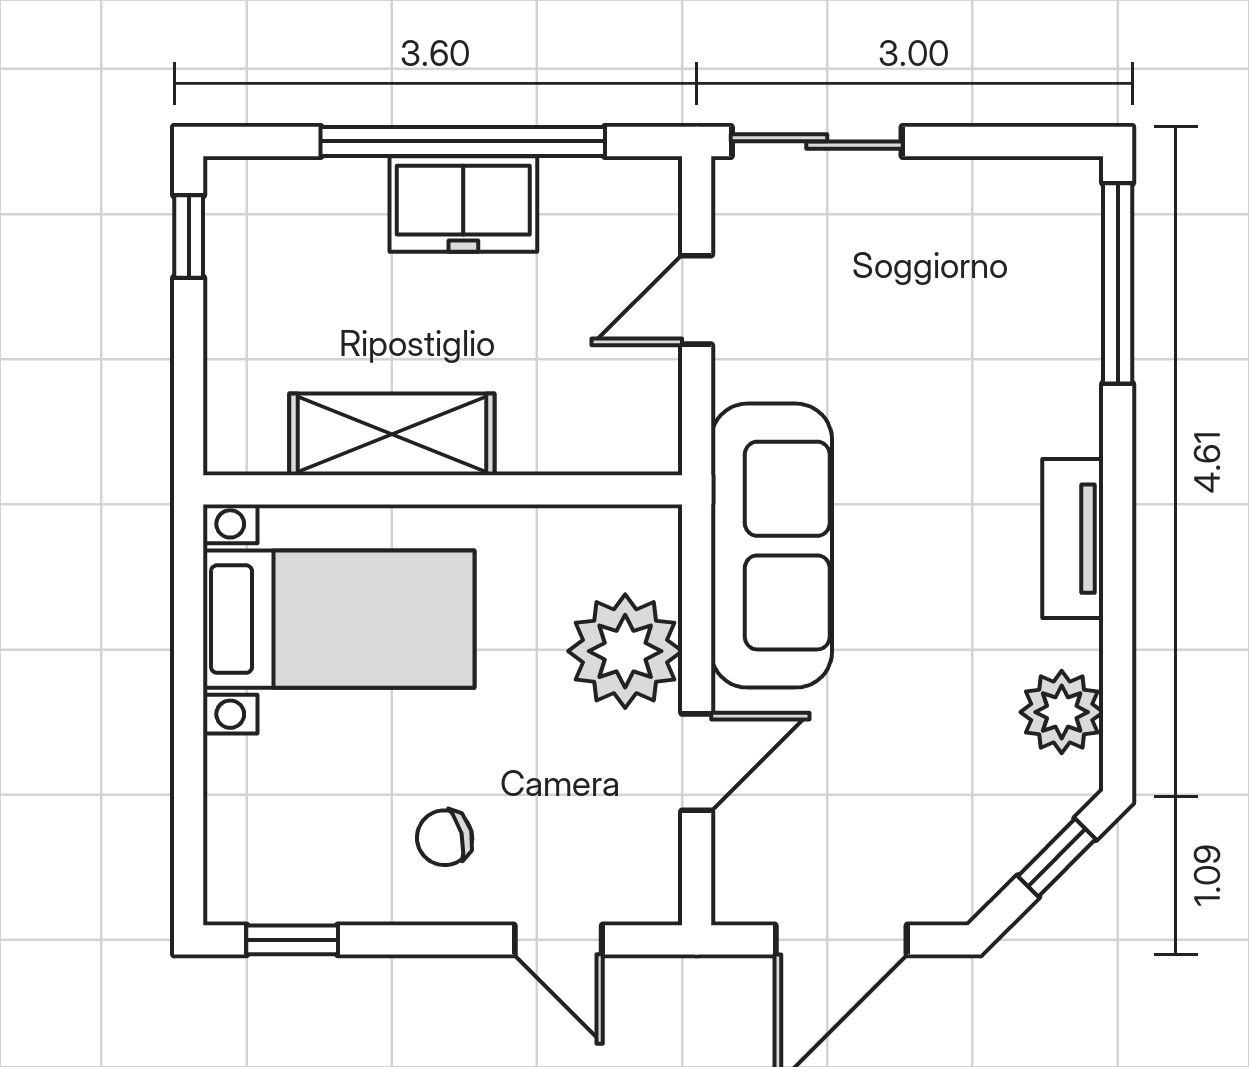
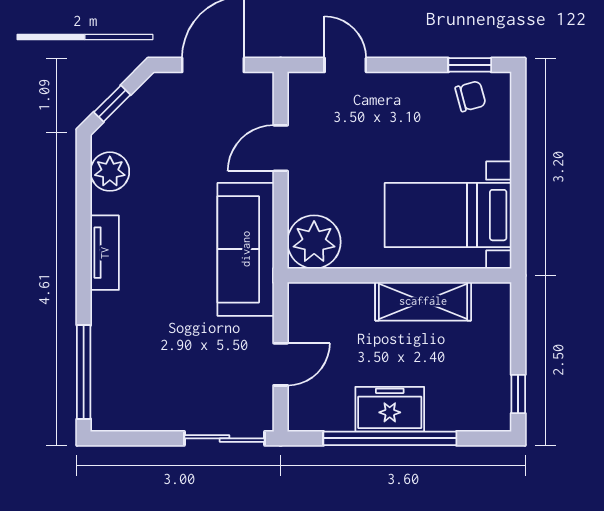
plant: (625, 651) -> (314, 242), moved
chair: (445, 838) -> (470, 96), moved

